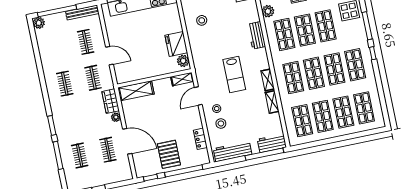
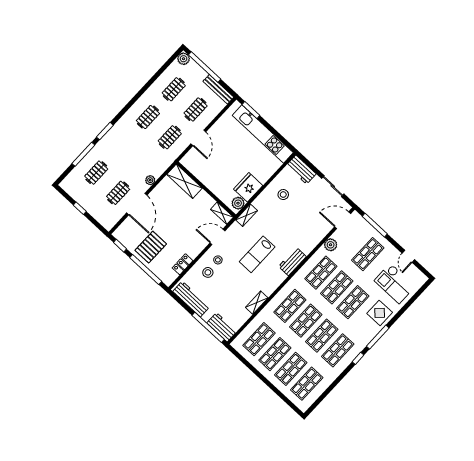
workbench: (257, 35) -> (292, 262), moved
clothes rail: (57, 48) -> (174, 89), added
shelving: (268, 80) -> (247, 215), moved
wardrobe: (111, 101) -> (161, 166), removed

